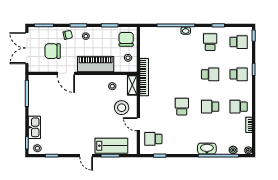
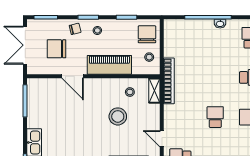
stool: (122, 108) -> (118, 116), moved

